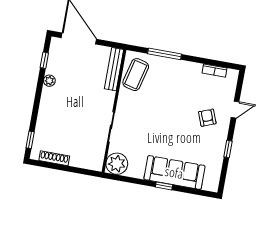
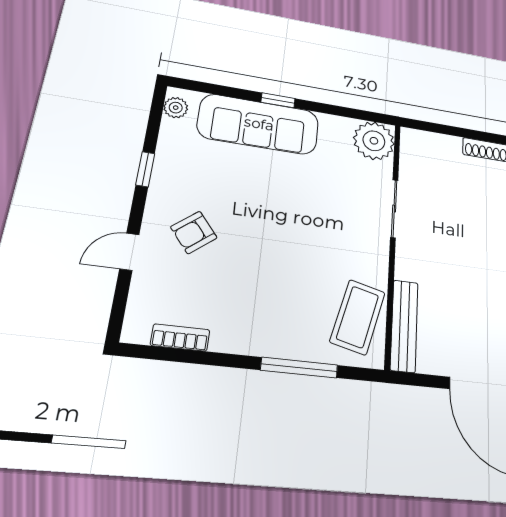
armchair: (207, 118) -> (194, 232), turned 72
plant: (214, 181) -> (176, 108), added

